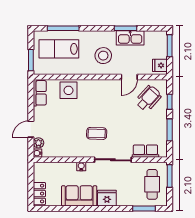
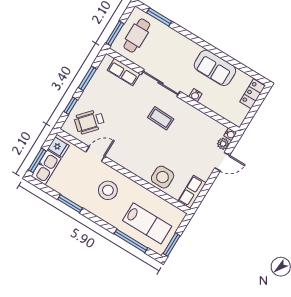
kitchen sink: (130, 38) -> (46, 167), moved, turned 90
window: (31, 60) -> (172, 245), moved
fridge: (107, 198) -> (189, 49), removed

